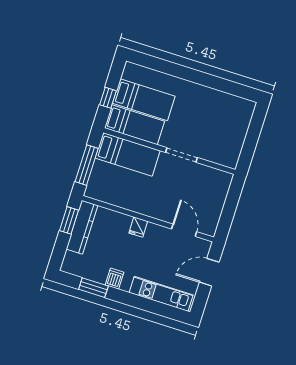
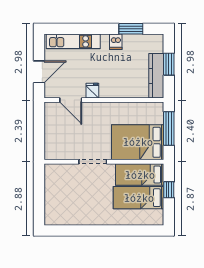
bed: (128, 154) -> (138, 142), width x1.50
window: (69, 220) -> (169, 64), moved
fridge: (138, 227) -> (92, 91), moved

